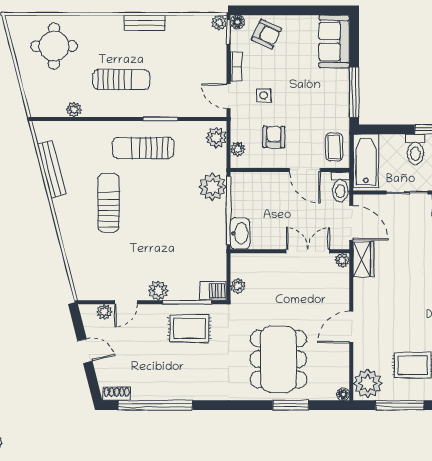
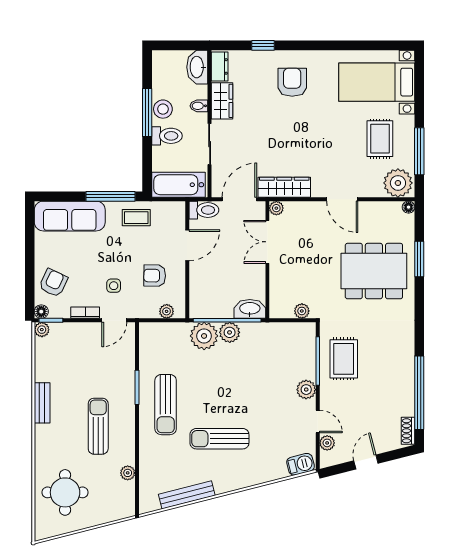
sofa: (334, 41) -> (70, 216), width x1.36
plant: (216, 138) -> (230, 332), moved
coffee table: (334, 147) -> (136, 218), moved
wardrobe: (363, 259) -> (284, 187), width x1.50
barbecue: (213, 291) -> (301, 464), moved, turned 76

